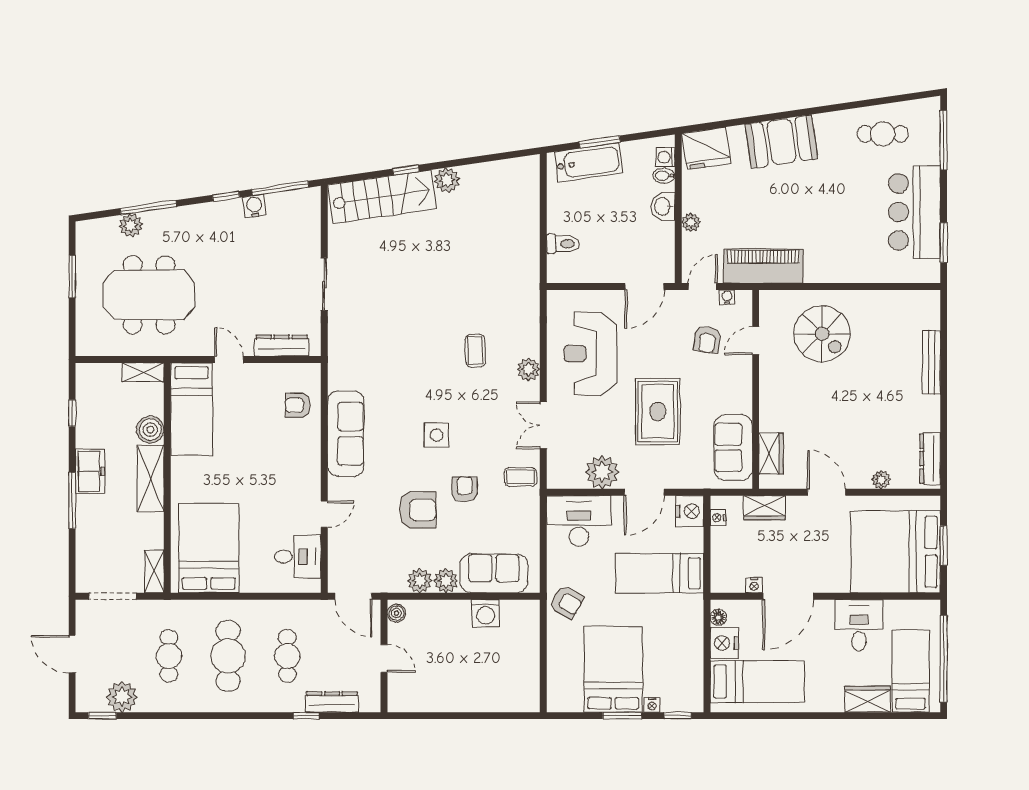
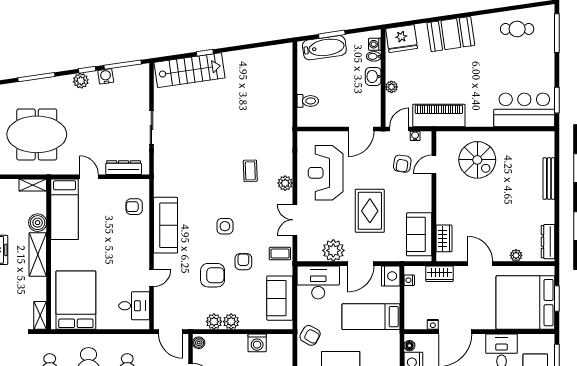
plant: (447, 180) -> (232, 59), removed
bar counter: (914, 212) -> (524, 110), moved, turned 90
plant: (131, 225) -> (81, 81), moved
sofa: (494, 573) -> (280, 298), moved, turned -90

